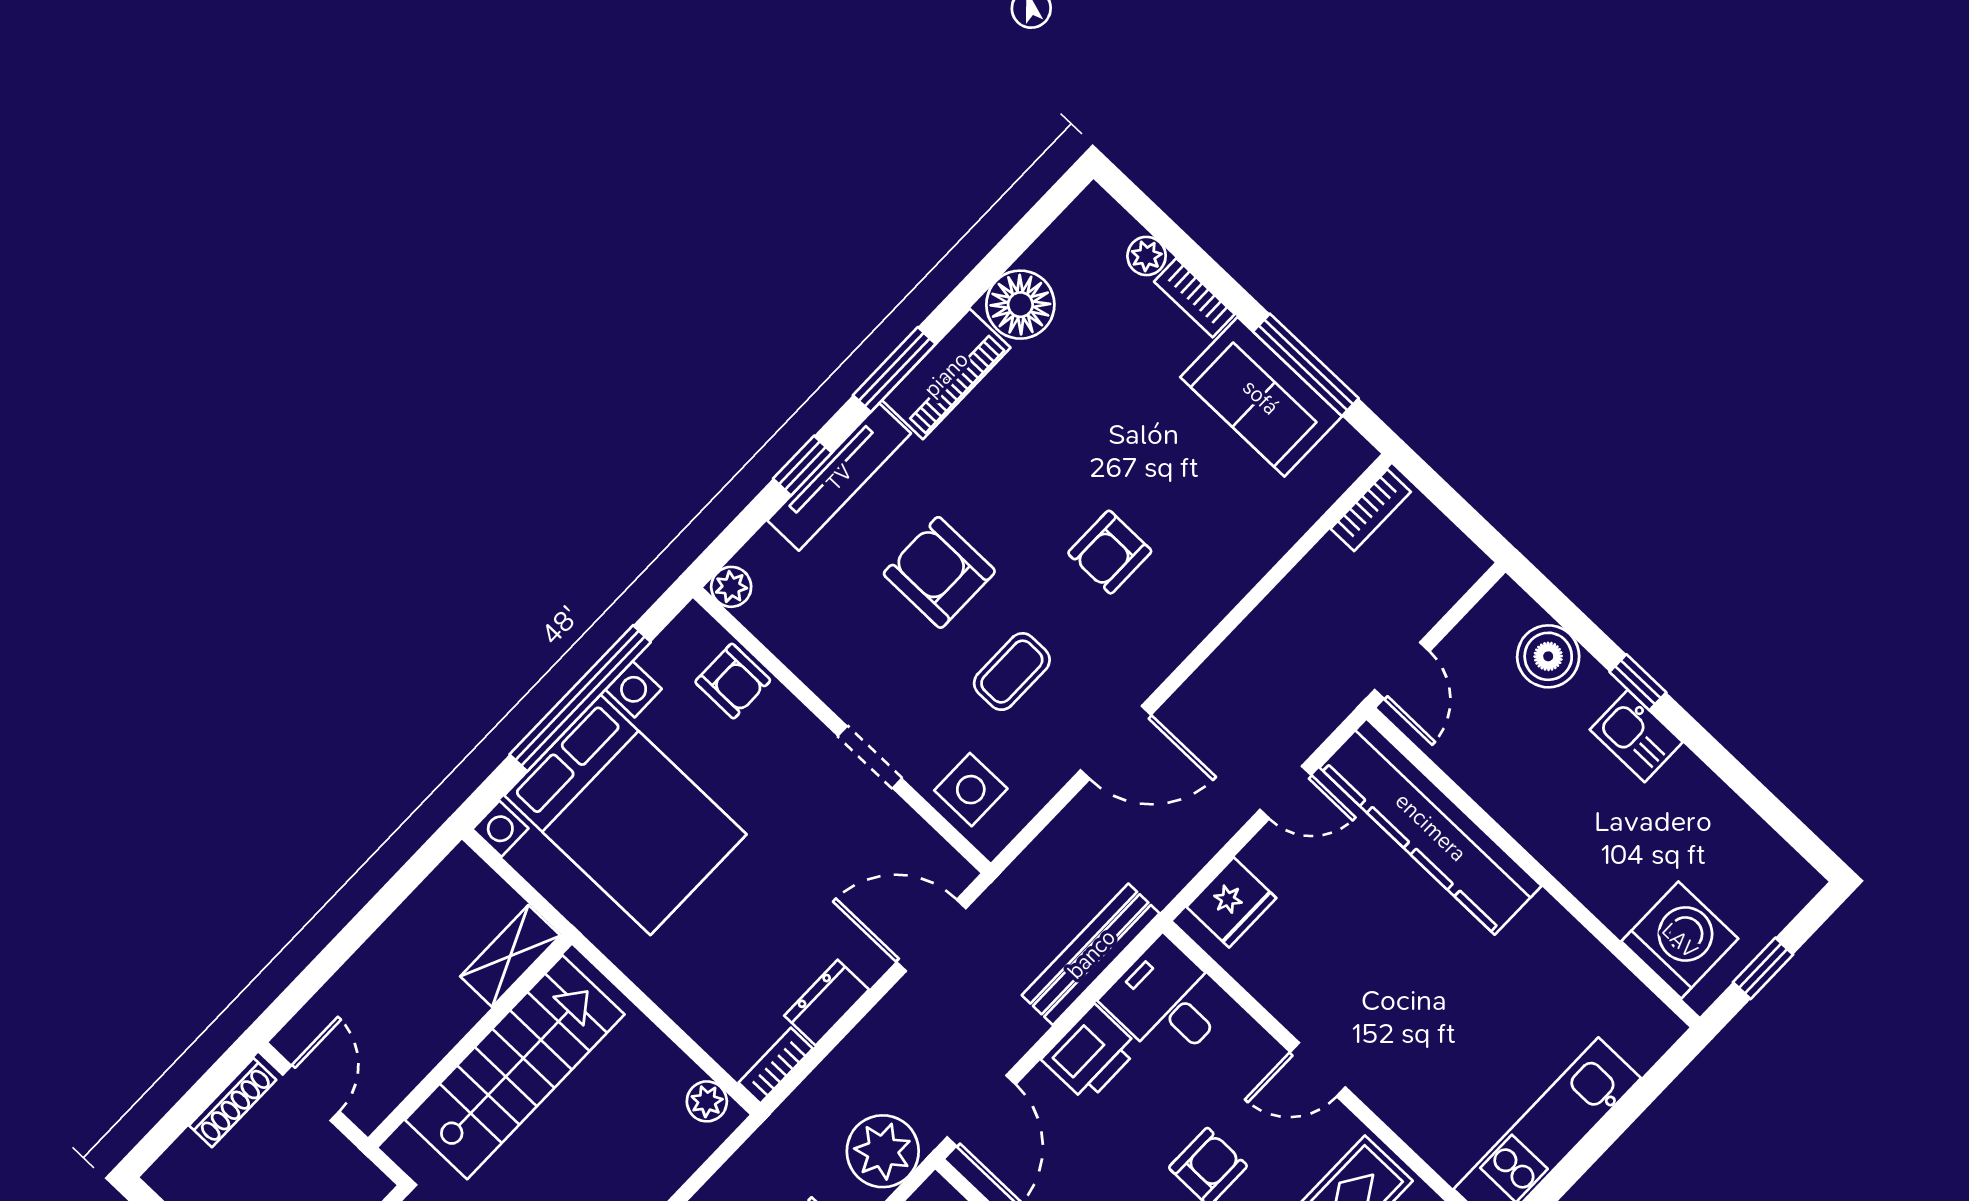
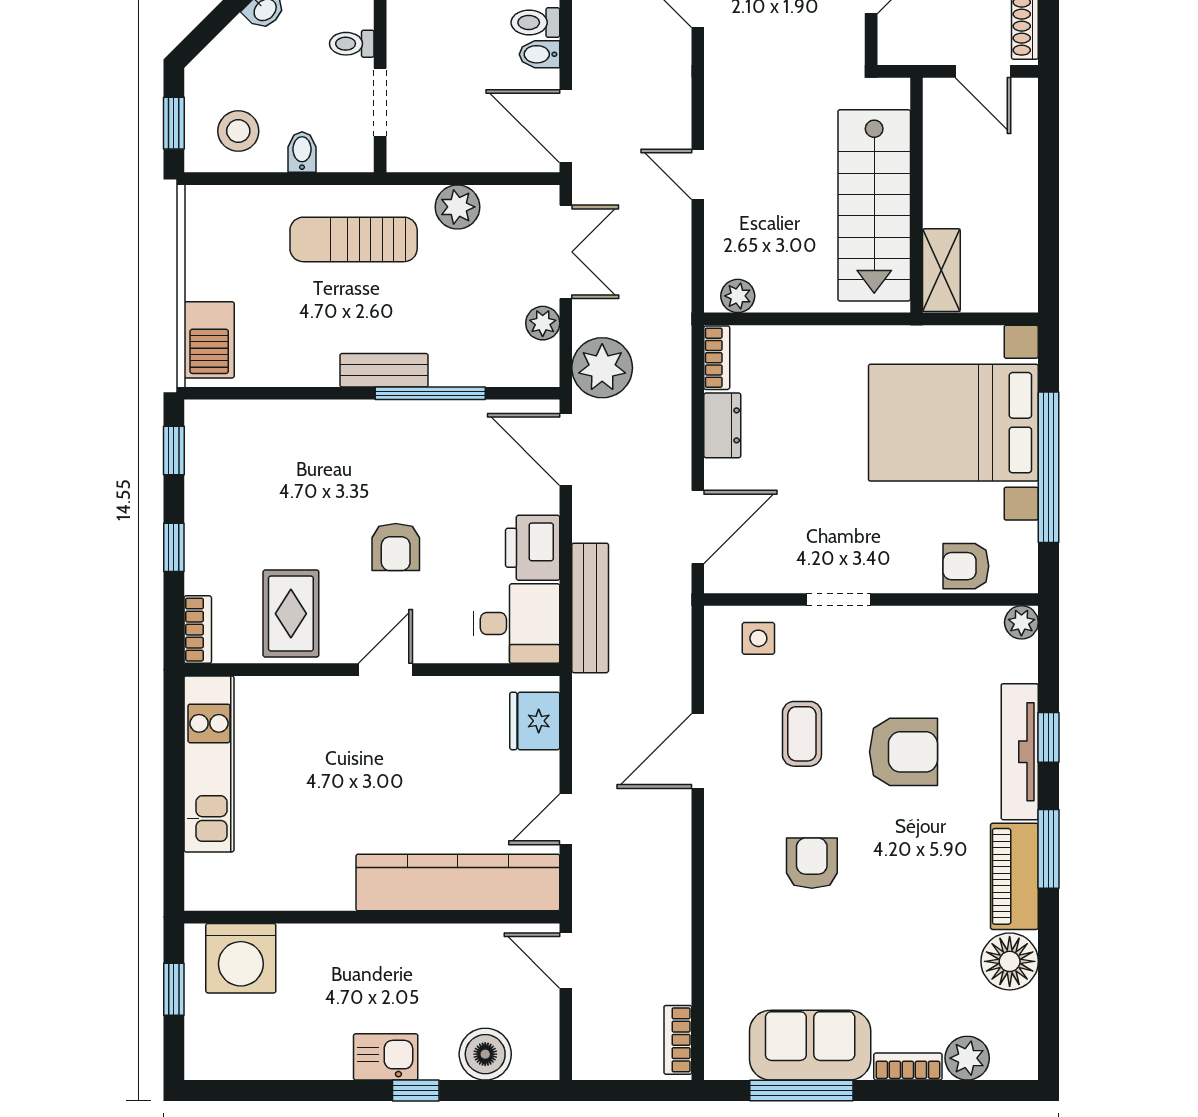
plant: (1147, 256) -> (967, 1058), width x1.38, depth x1.38
side table: (971, 790) -> (758, 638), width x0.73, depth x0.73

